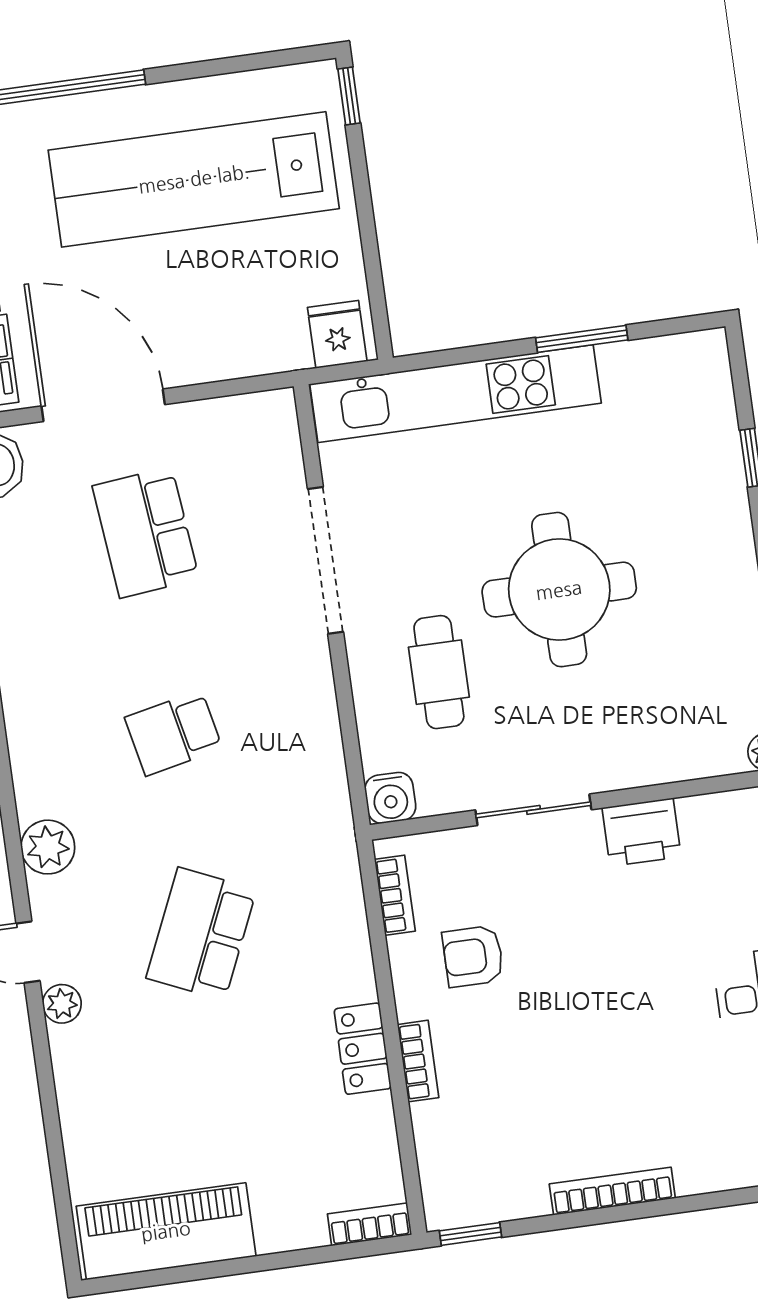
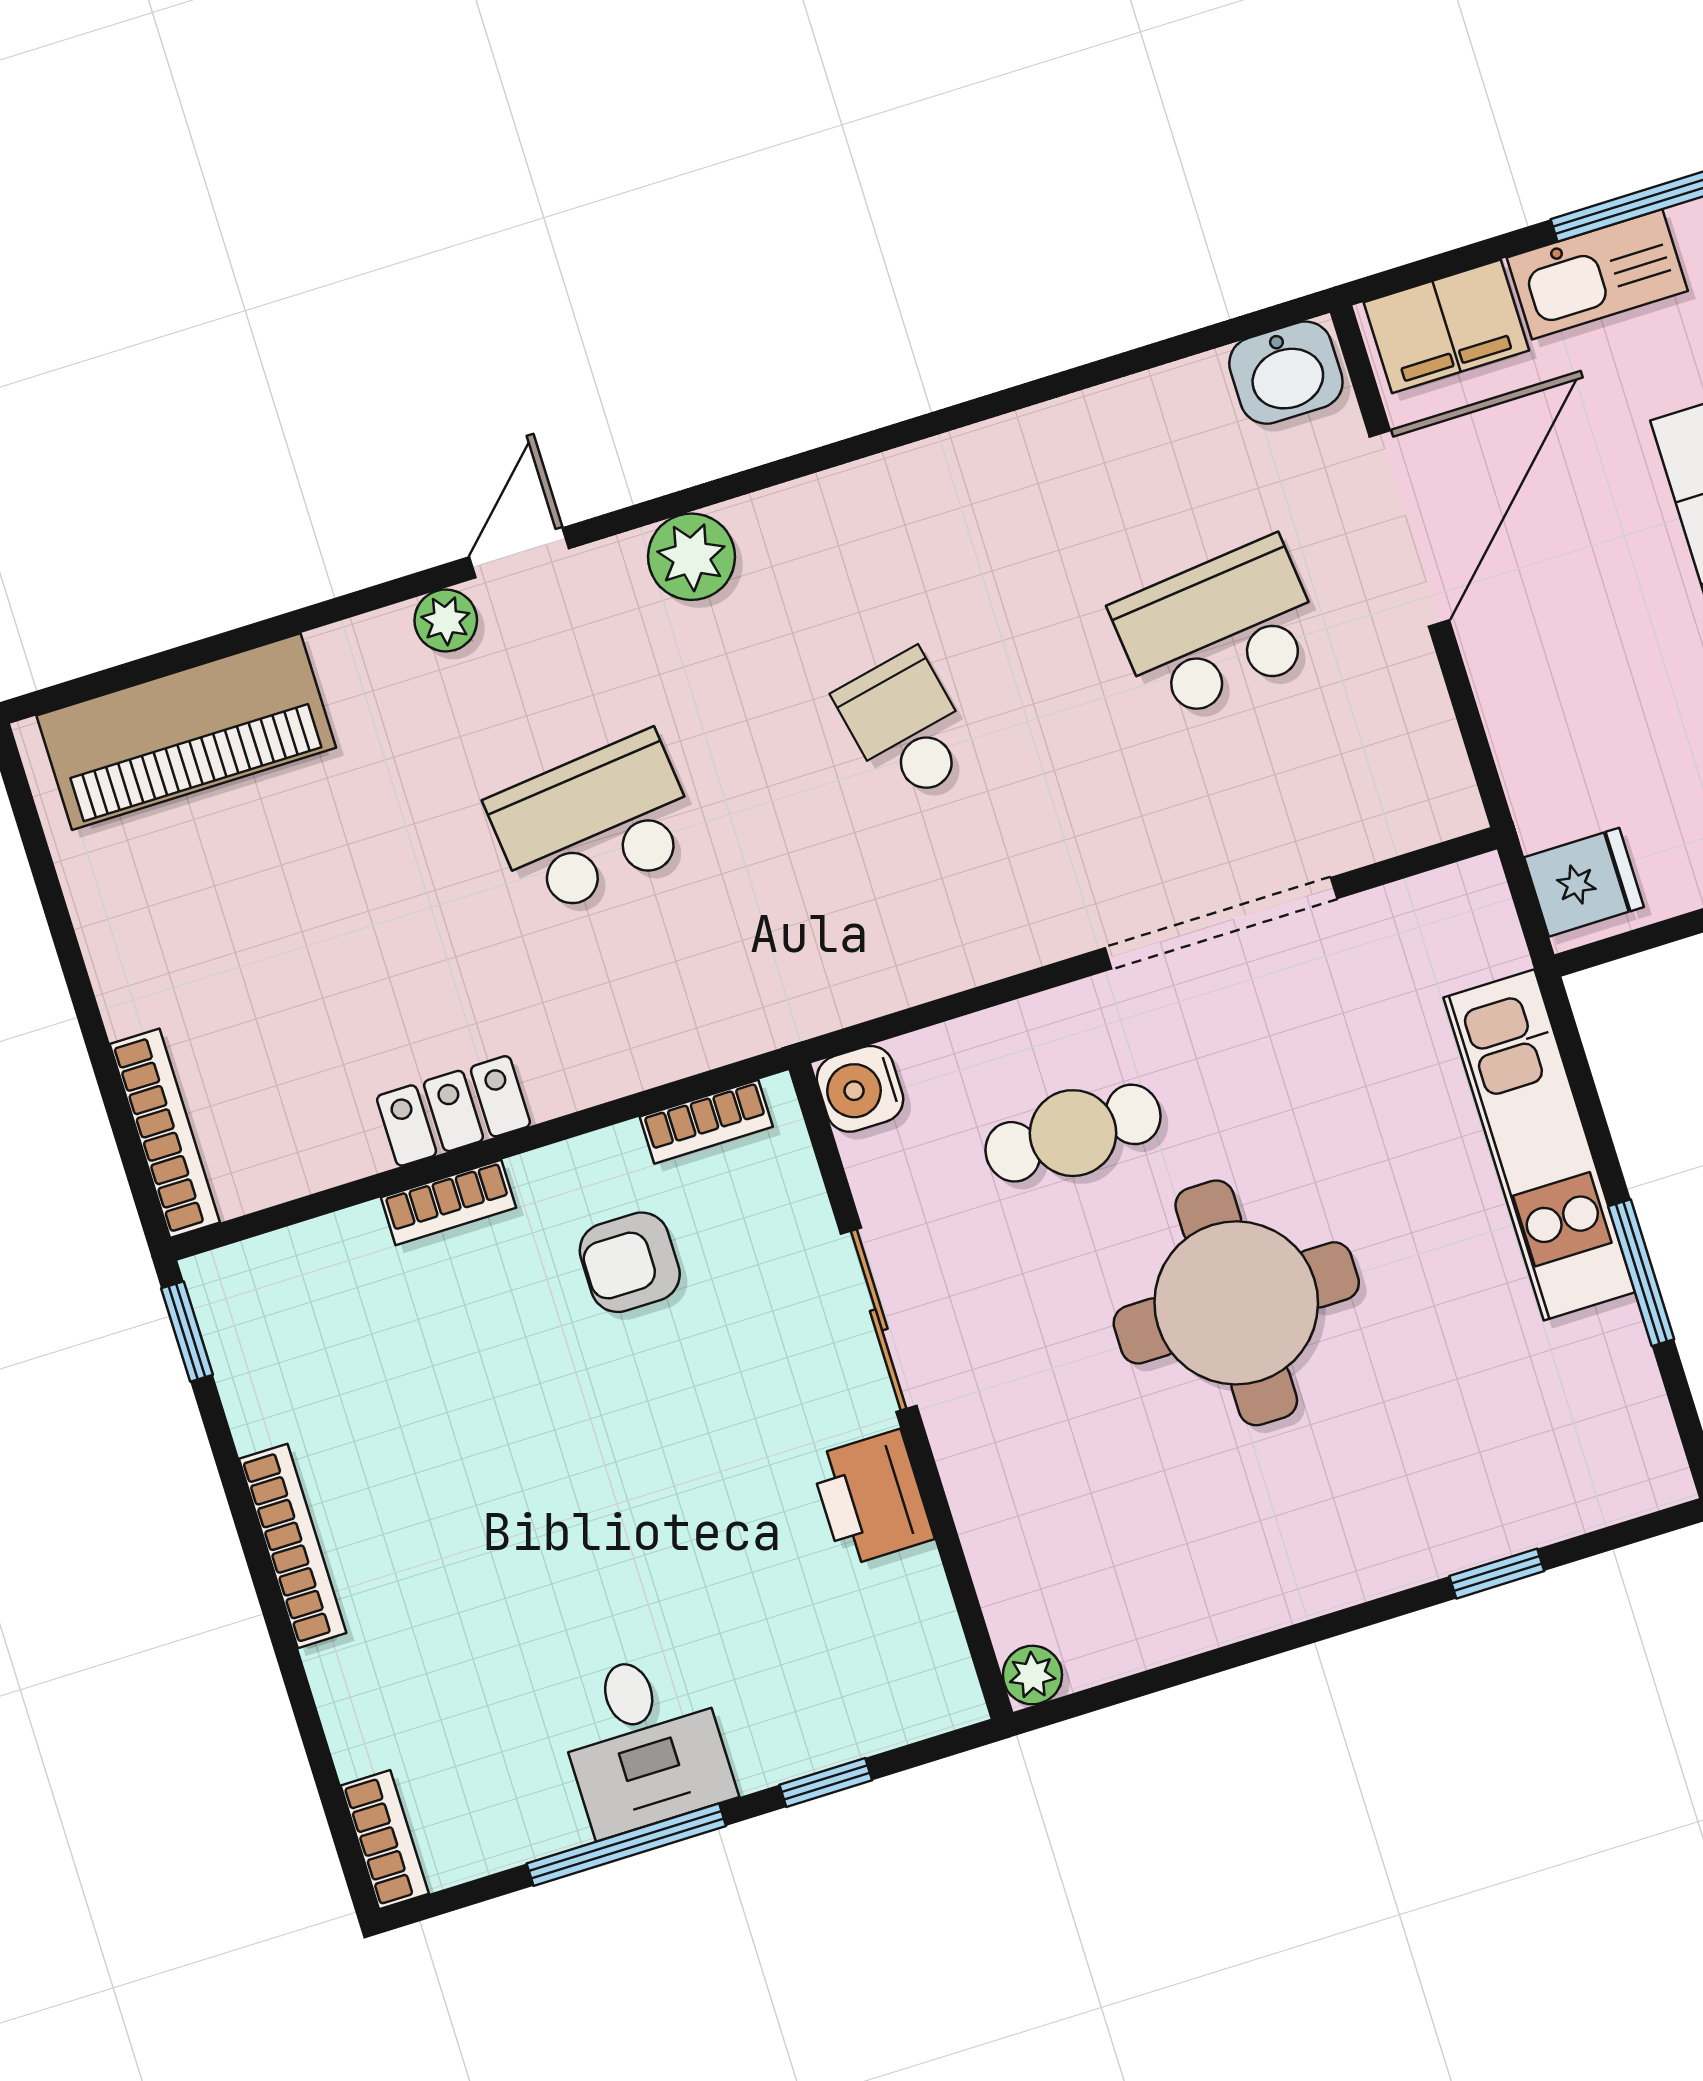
kitchen unit: (455, 394) -> (1539, 1145), width x0.73
school desk: (201, 934) -> (594, 824), turned -30
armchair: (473, 956) -> (630, 1262), turned -90
bookcase: (370, 1224) -> (165, 1133), width x1.56
piano: (166, 1231) -> (186, 732), moved, turned 90

